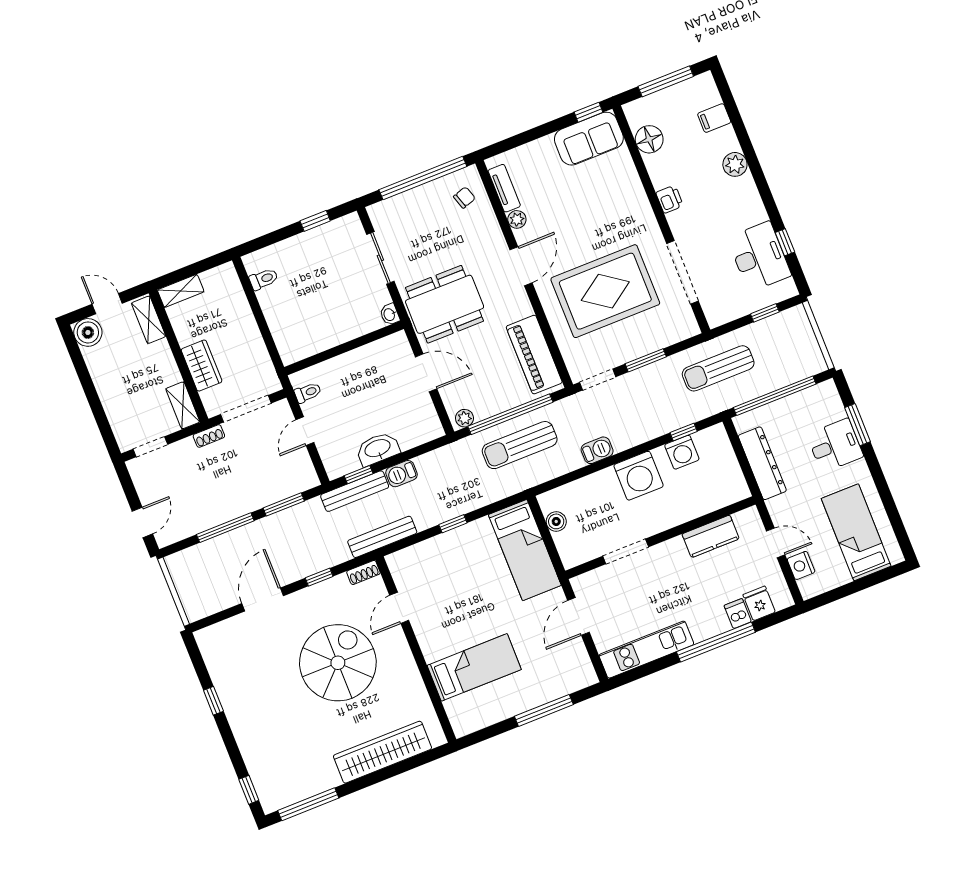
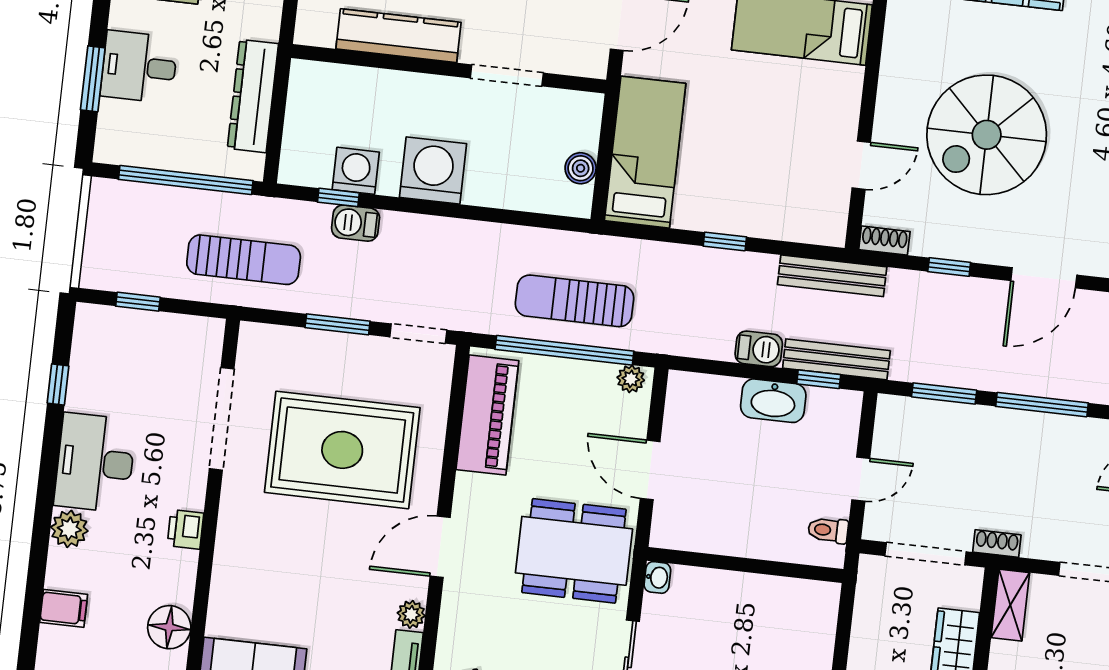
desk: (759, 257) -> (95, 463), moved
sun lounger: (520, 445) -> (575, 301), turned 180
barbecue: (597, 450) -> (356, 223), moved
kitchen counter: (711, 536) -> (399, 36), width x1.50

